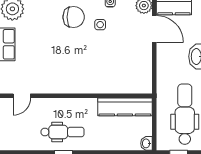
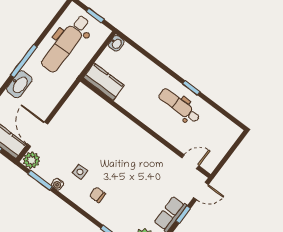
chair: (74, 17) -> (97, 195), width x0.54, depth x0.54
kitchen counter: (125, 107) -> (104, 82), width x0.67

